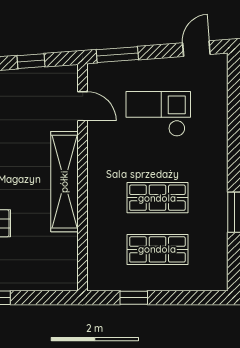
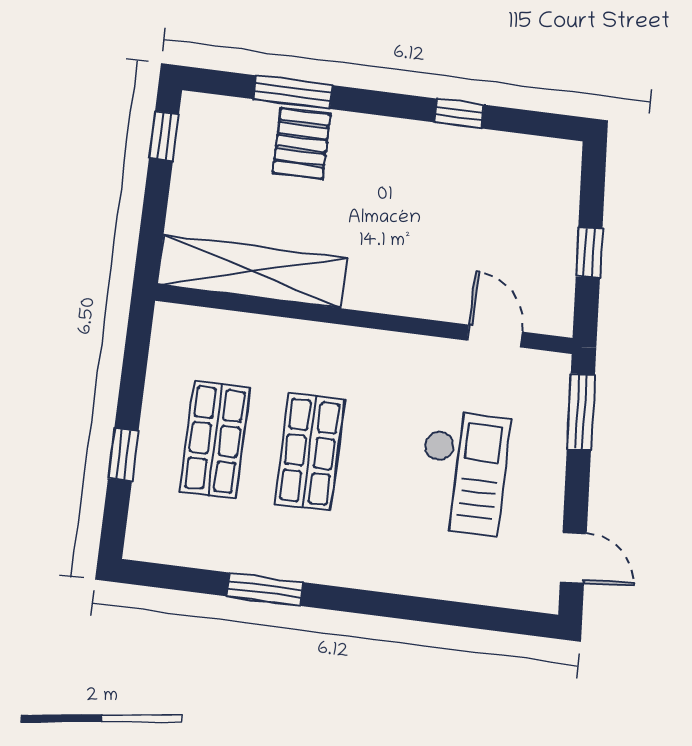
door: (83, 106) -> (495, 336), swing flipped
shelving: (64, 182) -> (252, 271), moved
window: (134, 298) -> (123, 455), moved

